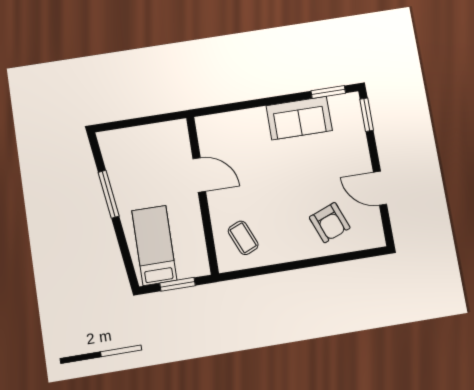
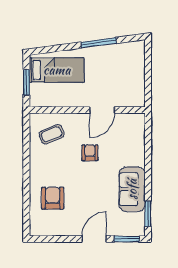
armchair: (260, 182) -> (90, 153), added
door: (380, 188) -> (94, 239), moved
armchair: (330, 223) -> (53, 198), turned 111

